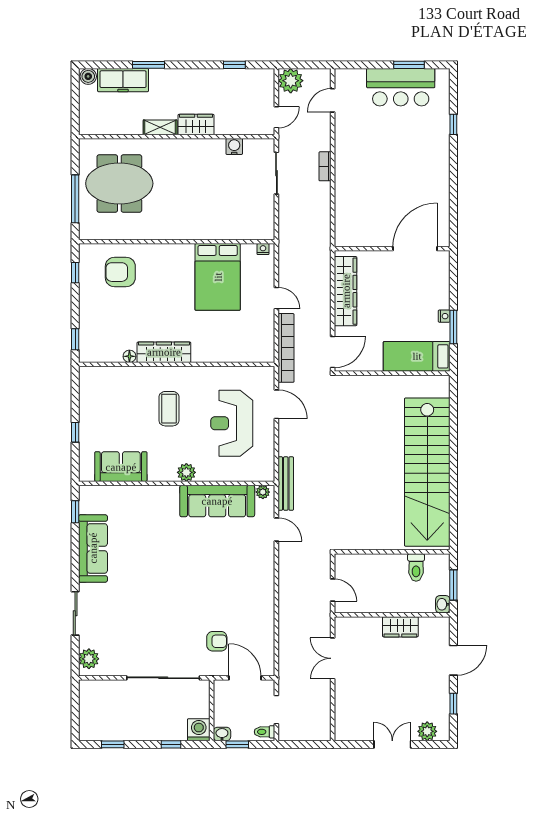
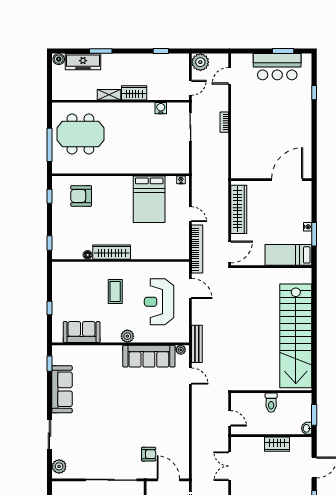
toilet: (416, 567) -> (271, 403), moved

